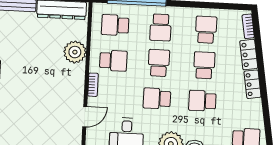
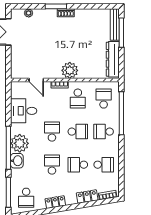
plant: (75, 52) -> (70, 70), moved
school desk: (204, 65) -> (78, 165), turned 180
locker: (253, 84) -> (55, 202), moved

